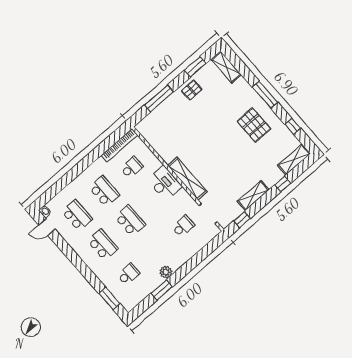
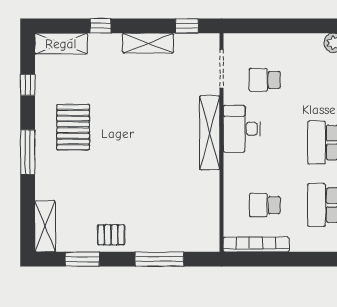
desk: (165, 183) -> (242, 129), moved

